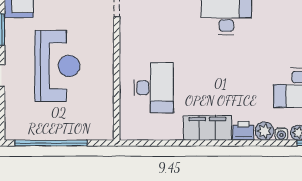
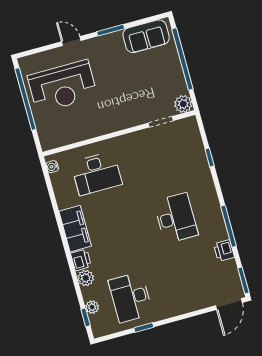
reception desk: (57, 66) -> (62, 86), moved
water cooler: (281, 134) -> (52, 167), moved

